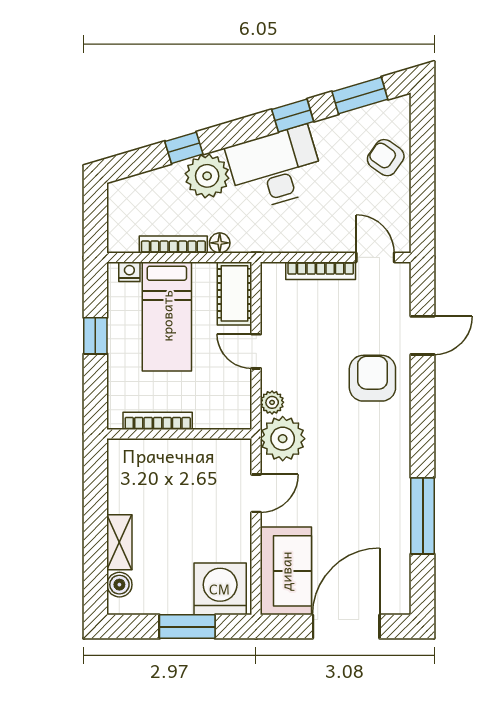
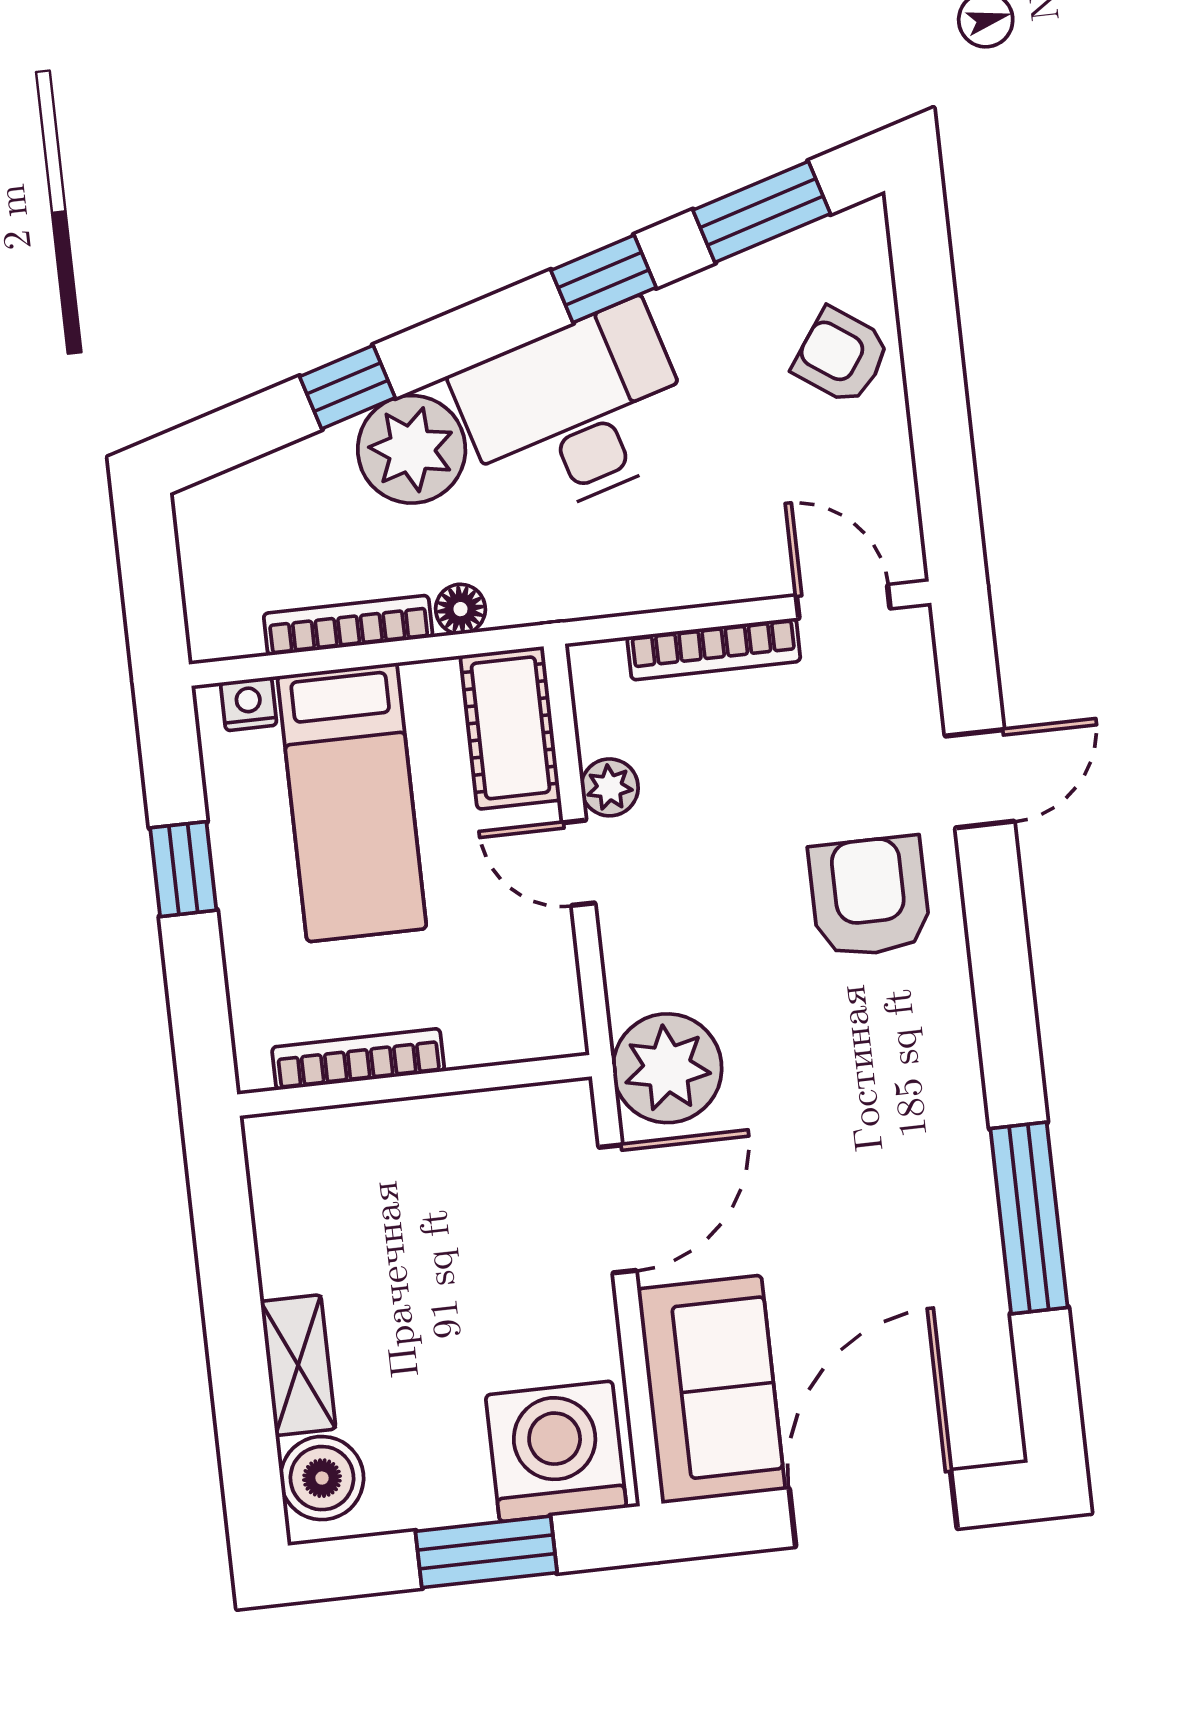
plant: (272, 402) -> (610, 787), moved
door: (256, 493) -> (617, 1209), width x1.38
boiler: (119, 585) -> (322, 1478), width x1.36, depth x1.36

